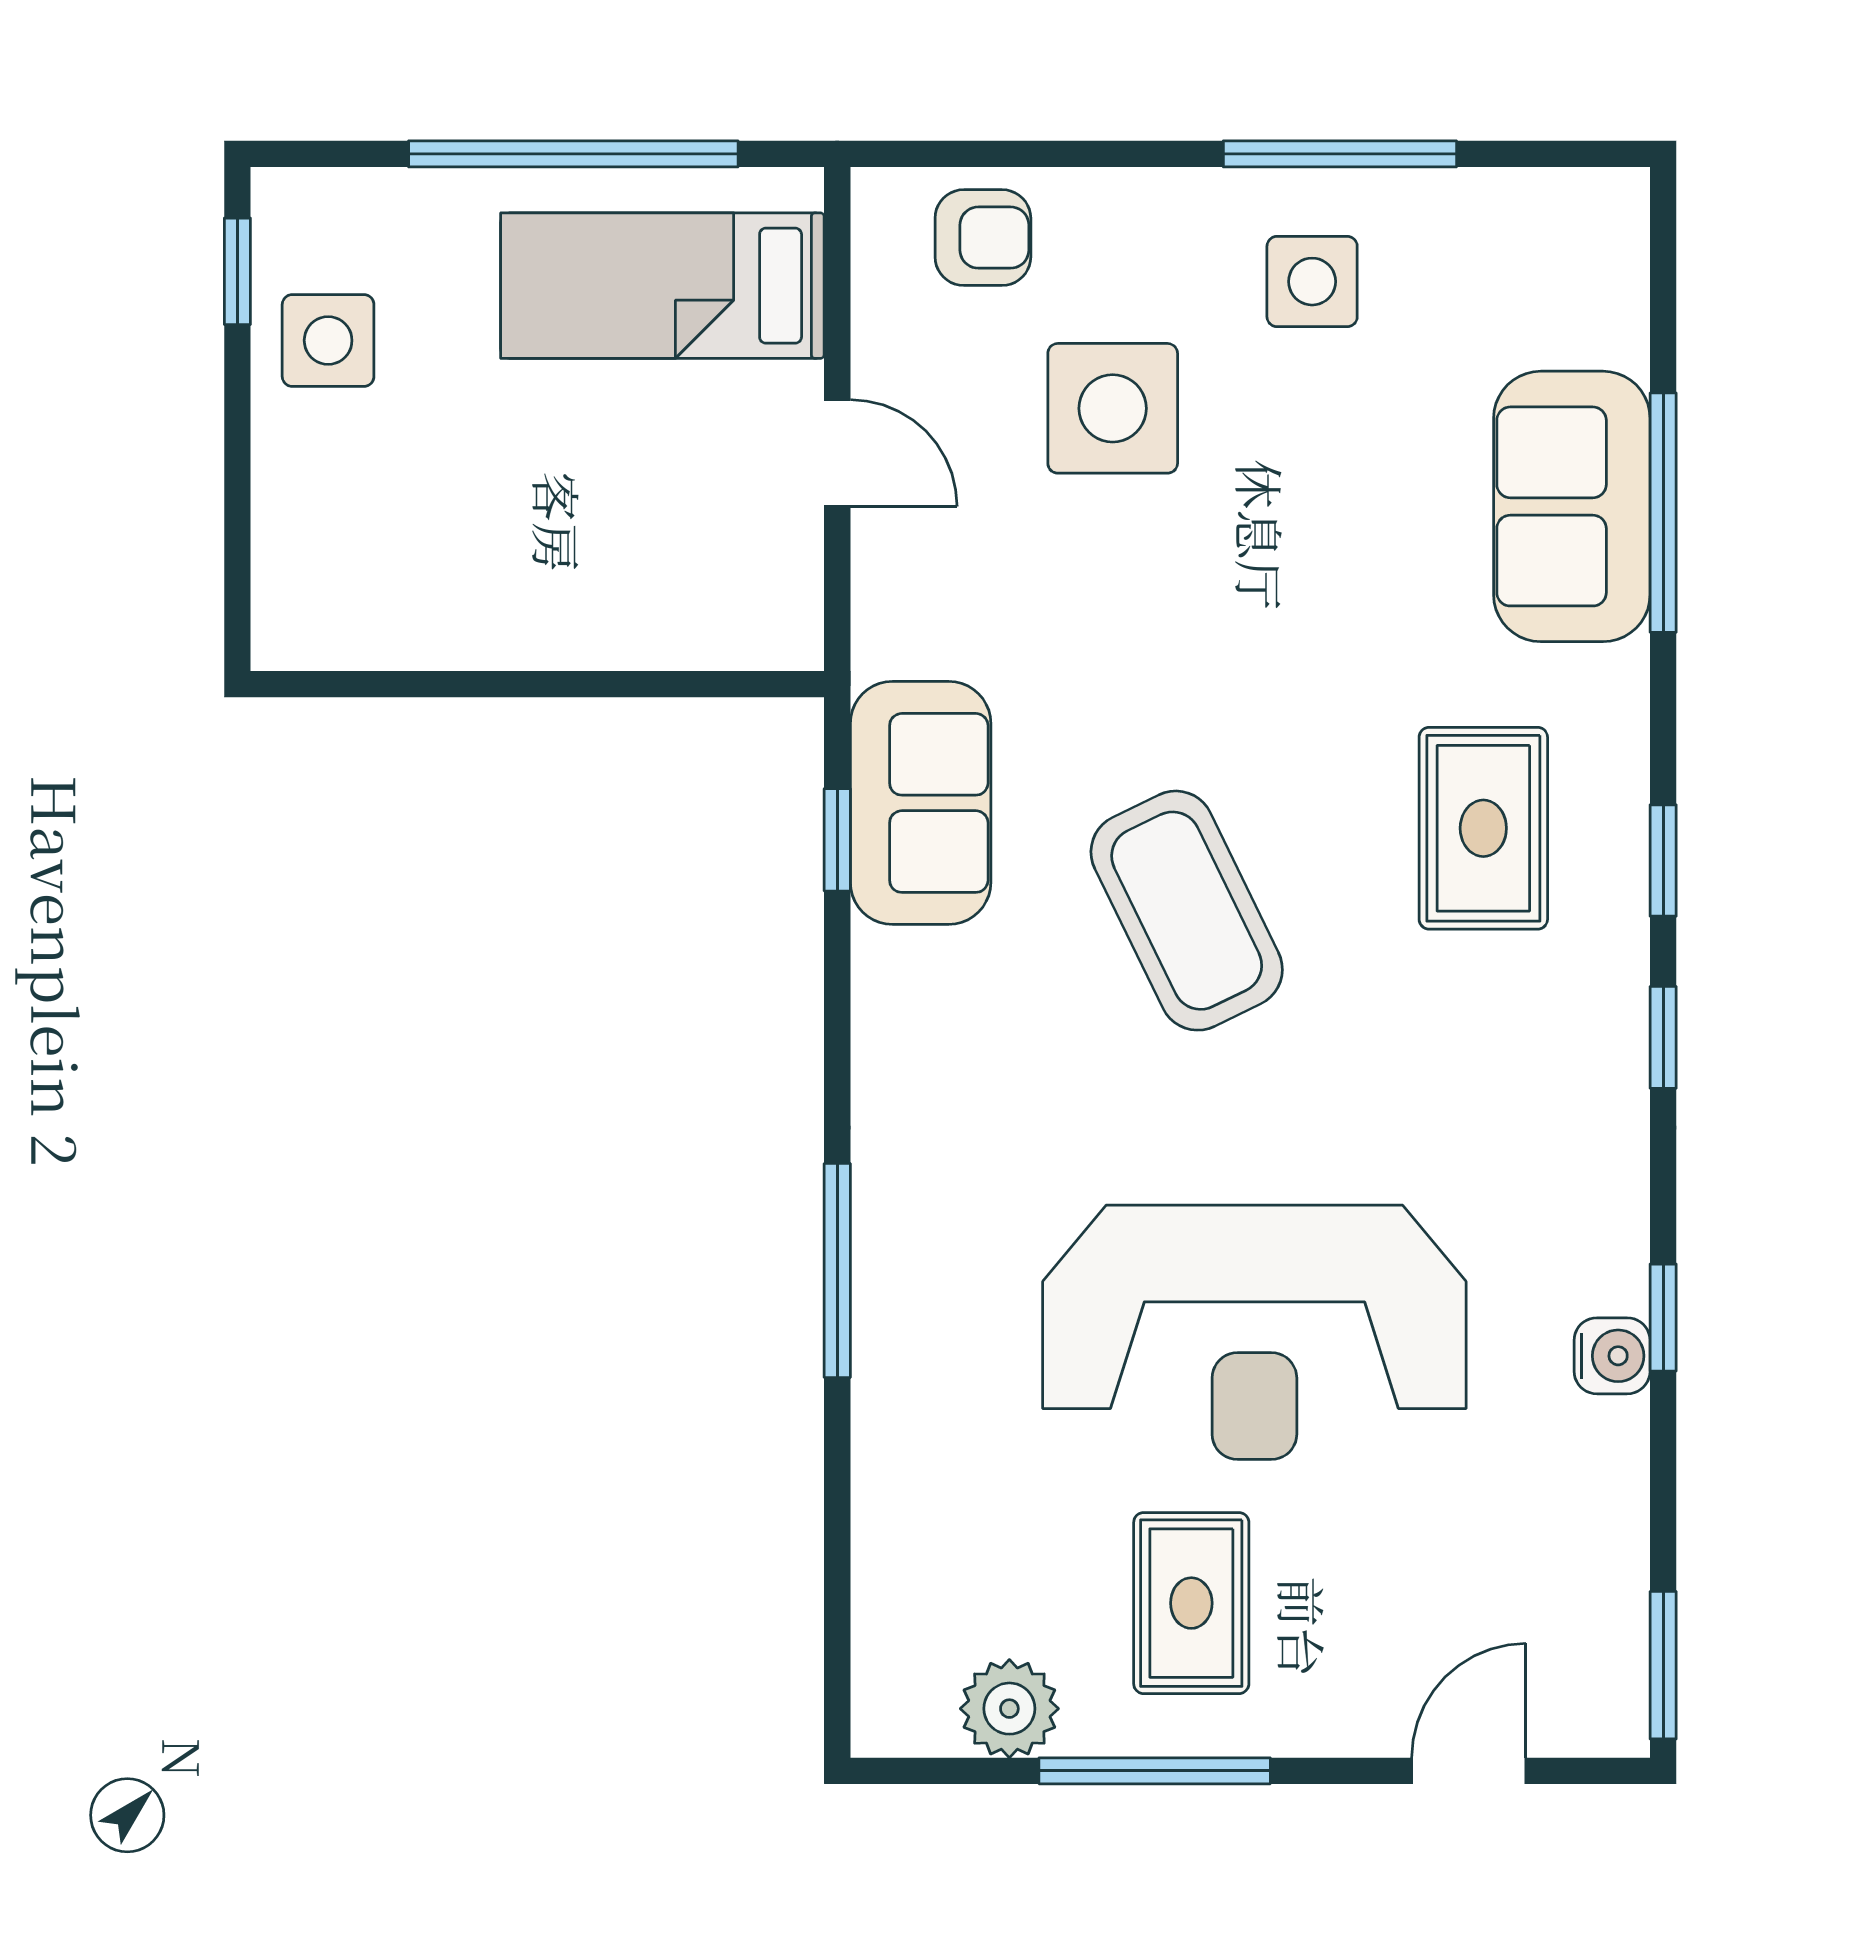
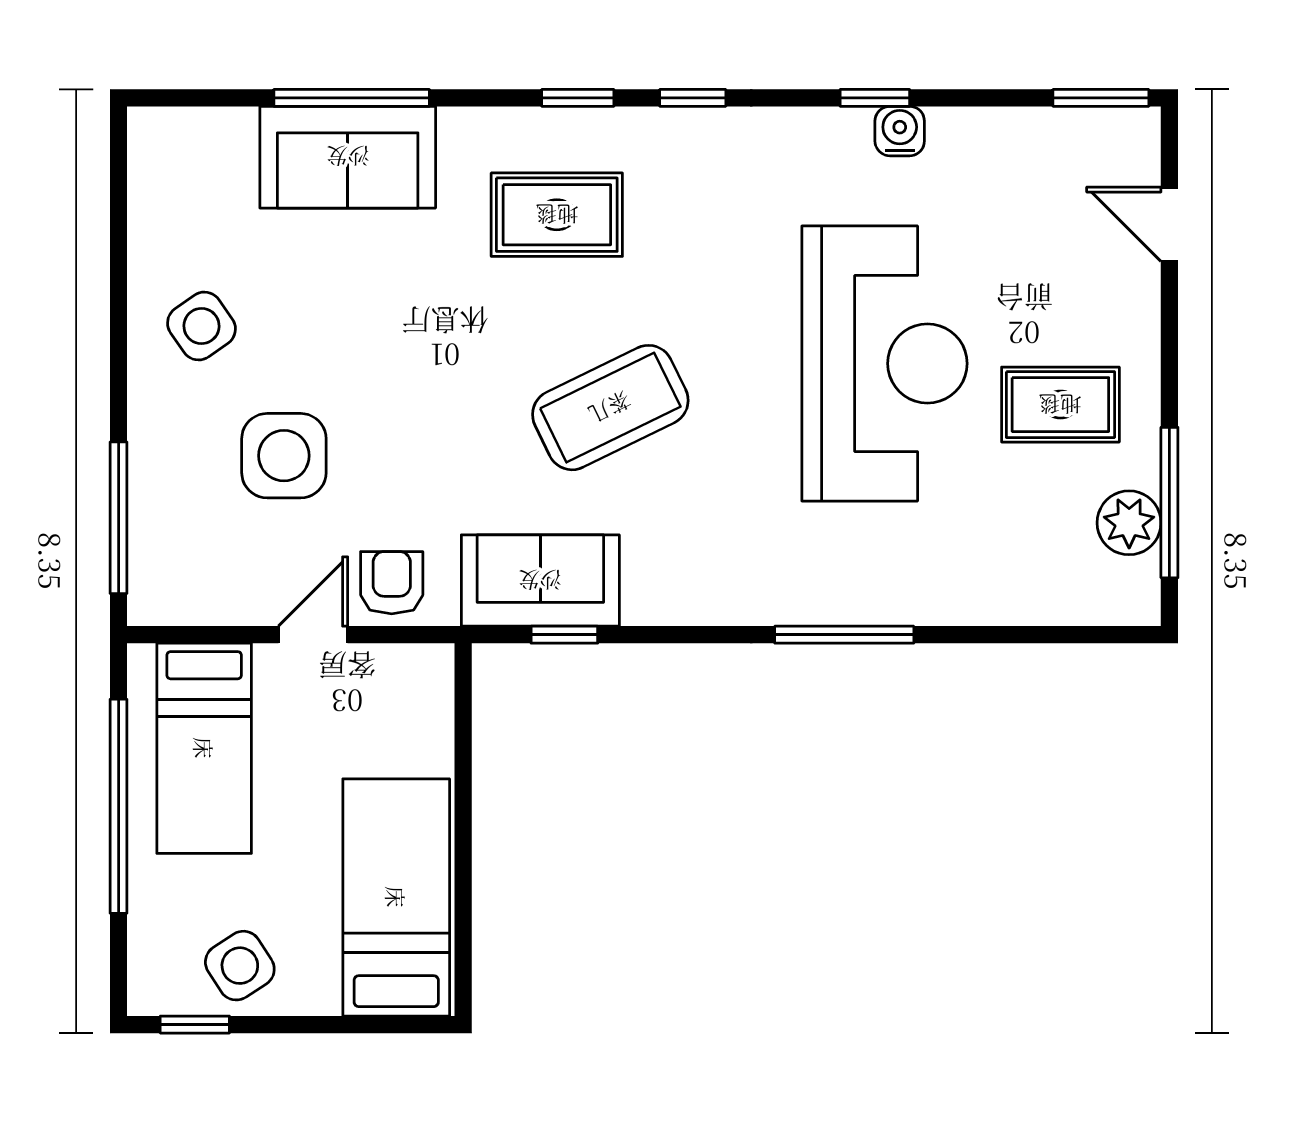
window: (1340, 154) -> (119, 518), moved
armchair: (983, 238) -> (392, 583), moved
side table: (1312, 282) -> (201, 326), turned -35
side table: (328, 340) -> (240, 966), turned -33
bed: (433, 581) -> (396, 897), added
window: (1155, 1771) -> (1169, 503), moved

